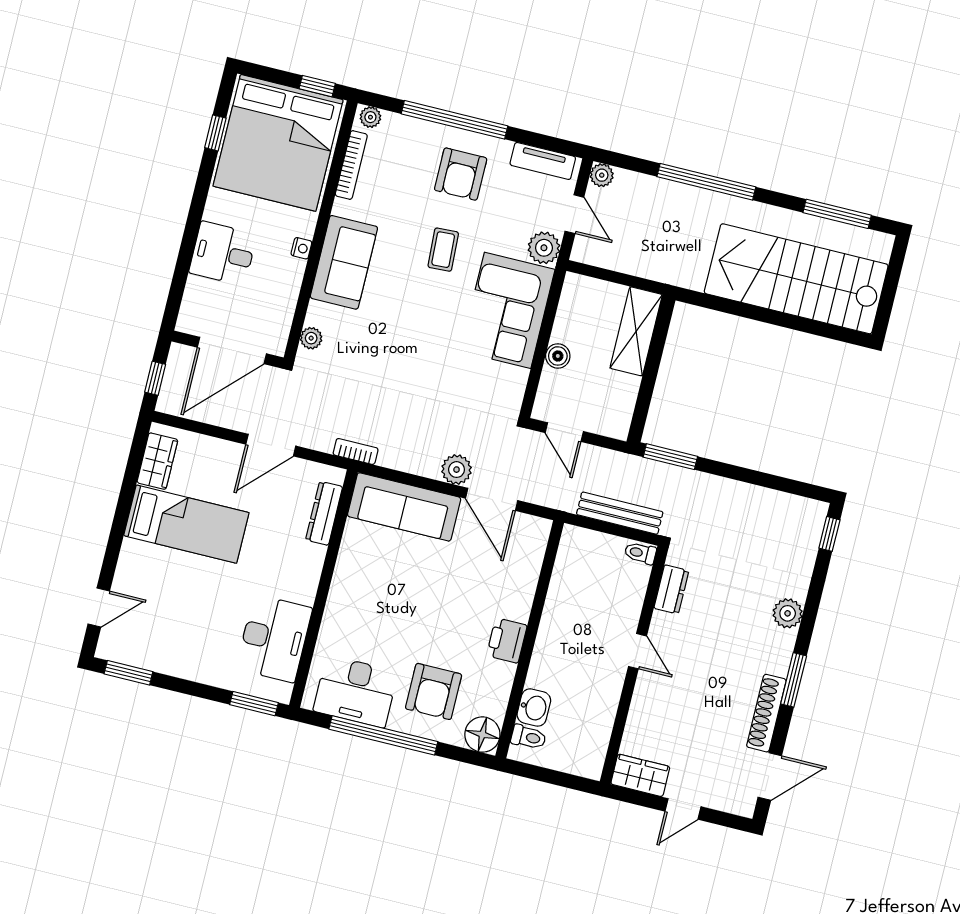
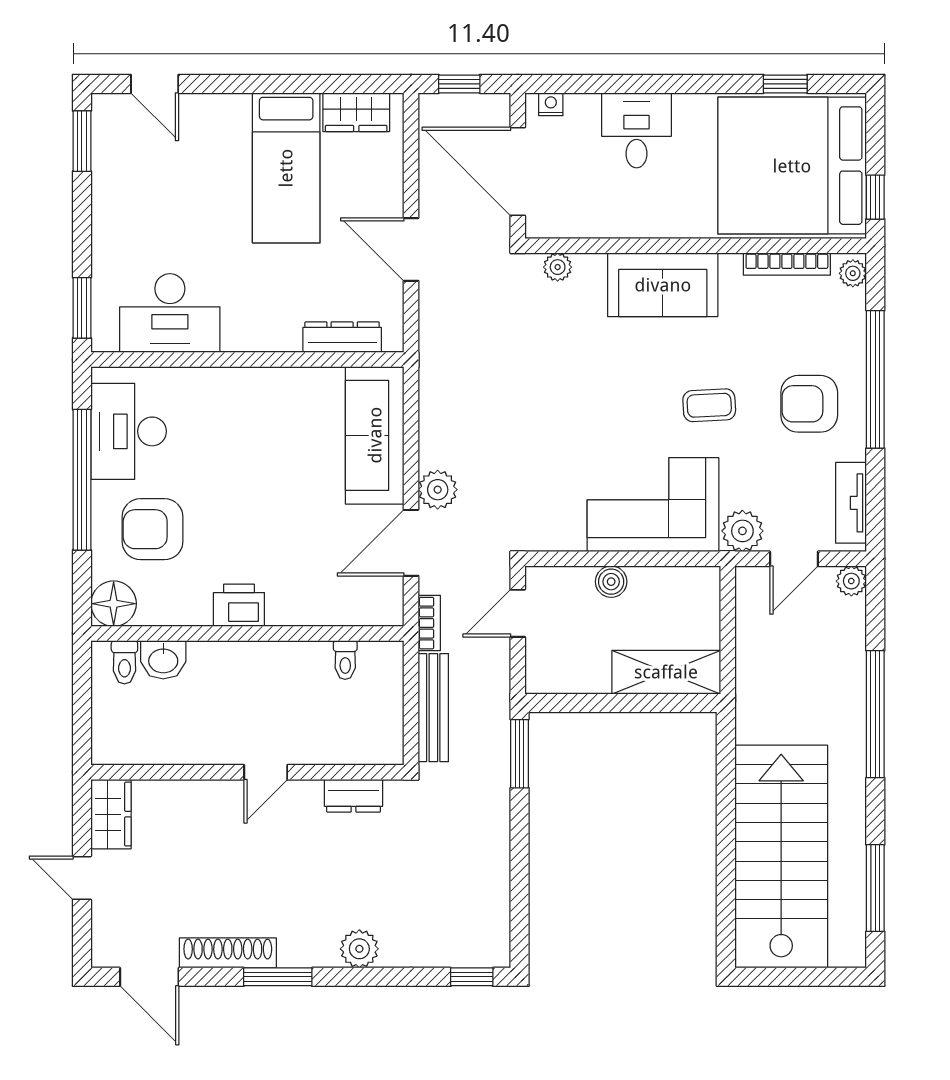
nightstand: (301, 248) -> (551, 104), moved, turned 180
bookcase: (356, 451) -> (429, 623), moved
toilet: (640, 553) -> (345, 660), moved, turned 180

